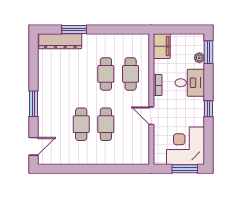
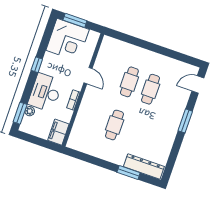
cafe table: (131, 74) -> (93, 118), removed
desk: (190, 83) -> (45, 93), width x1.37

